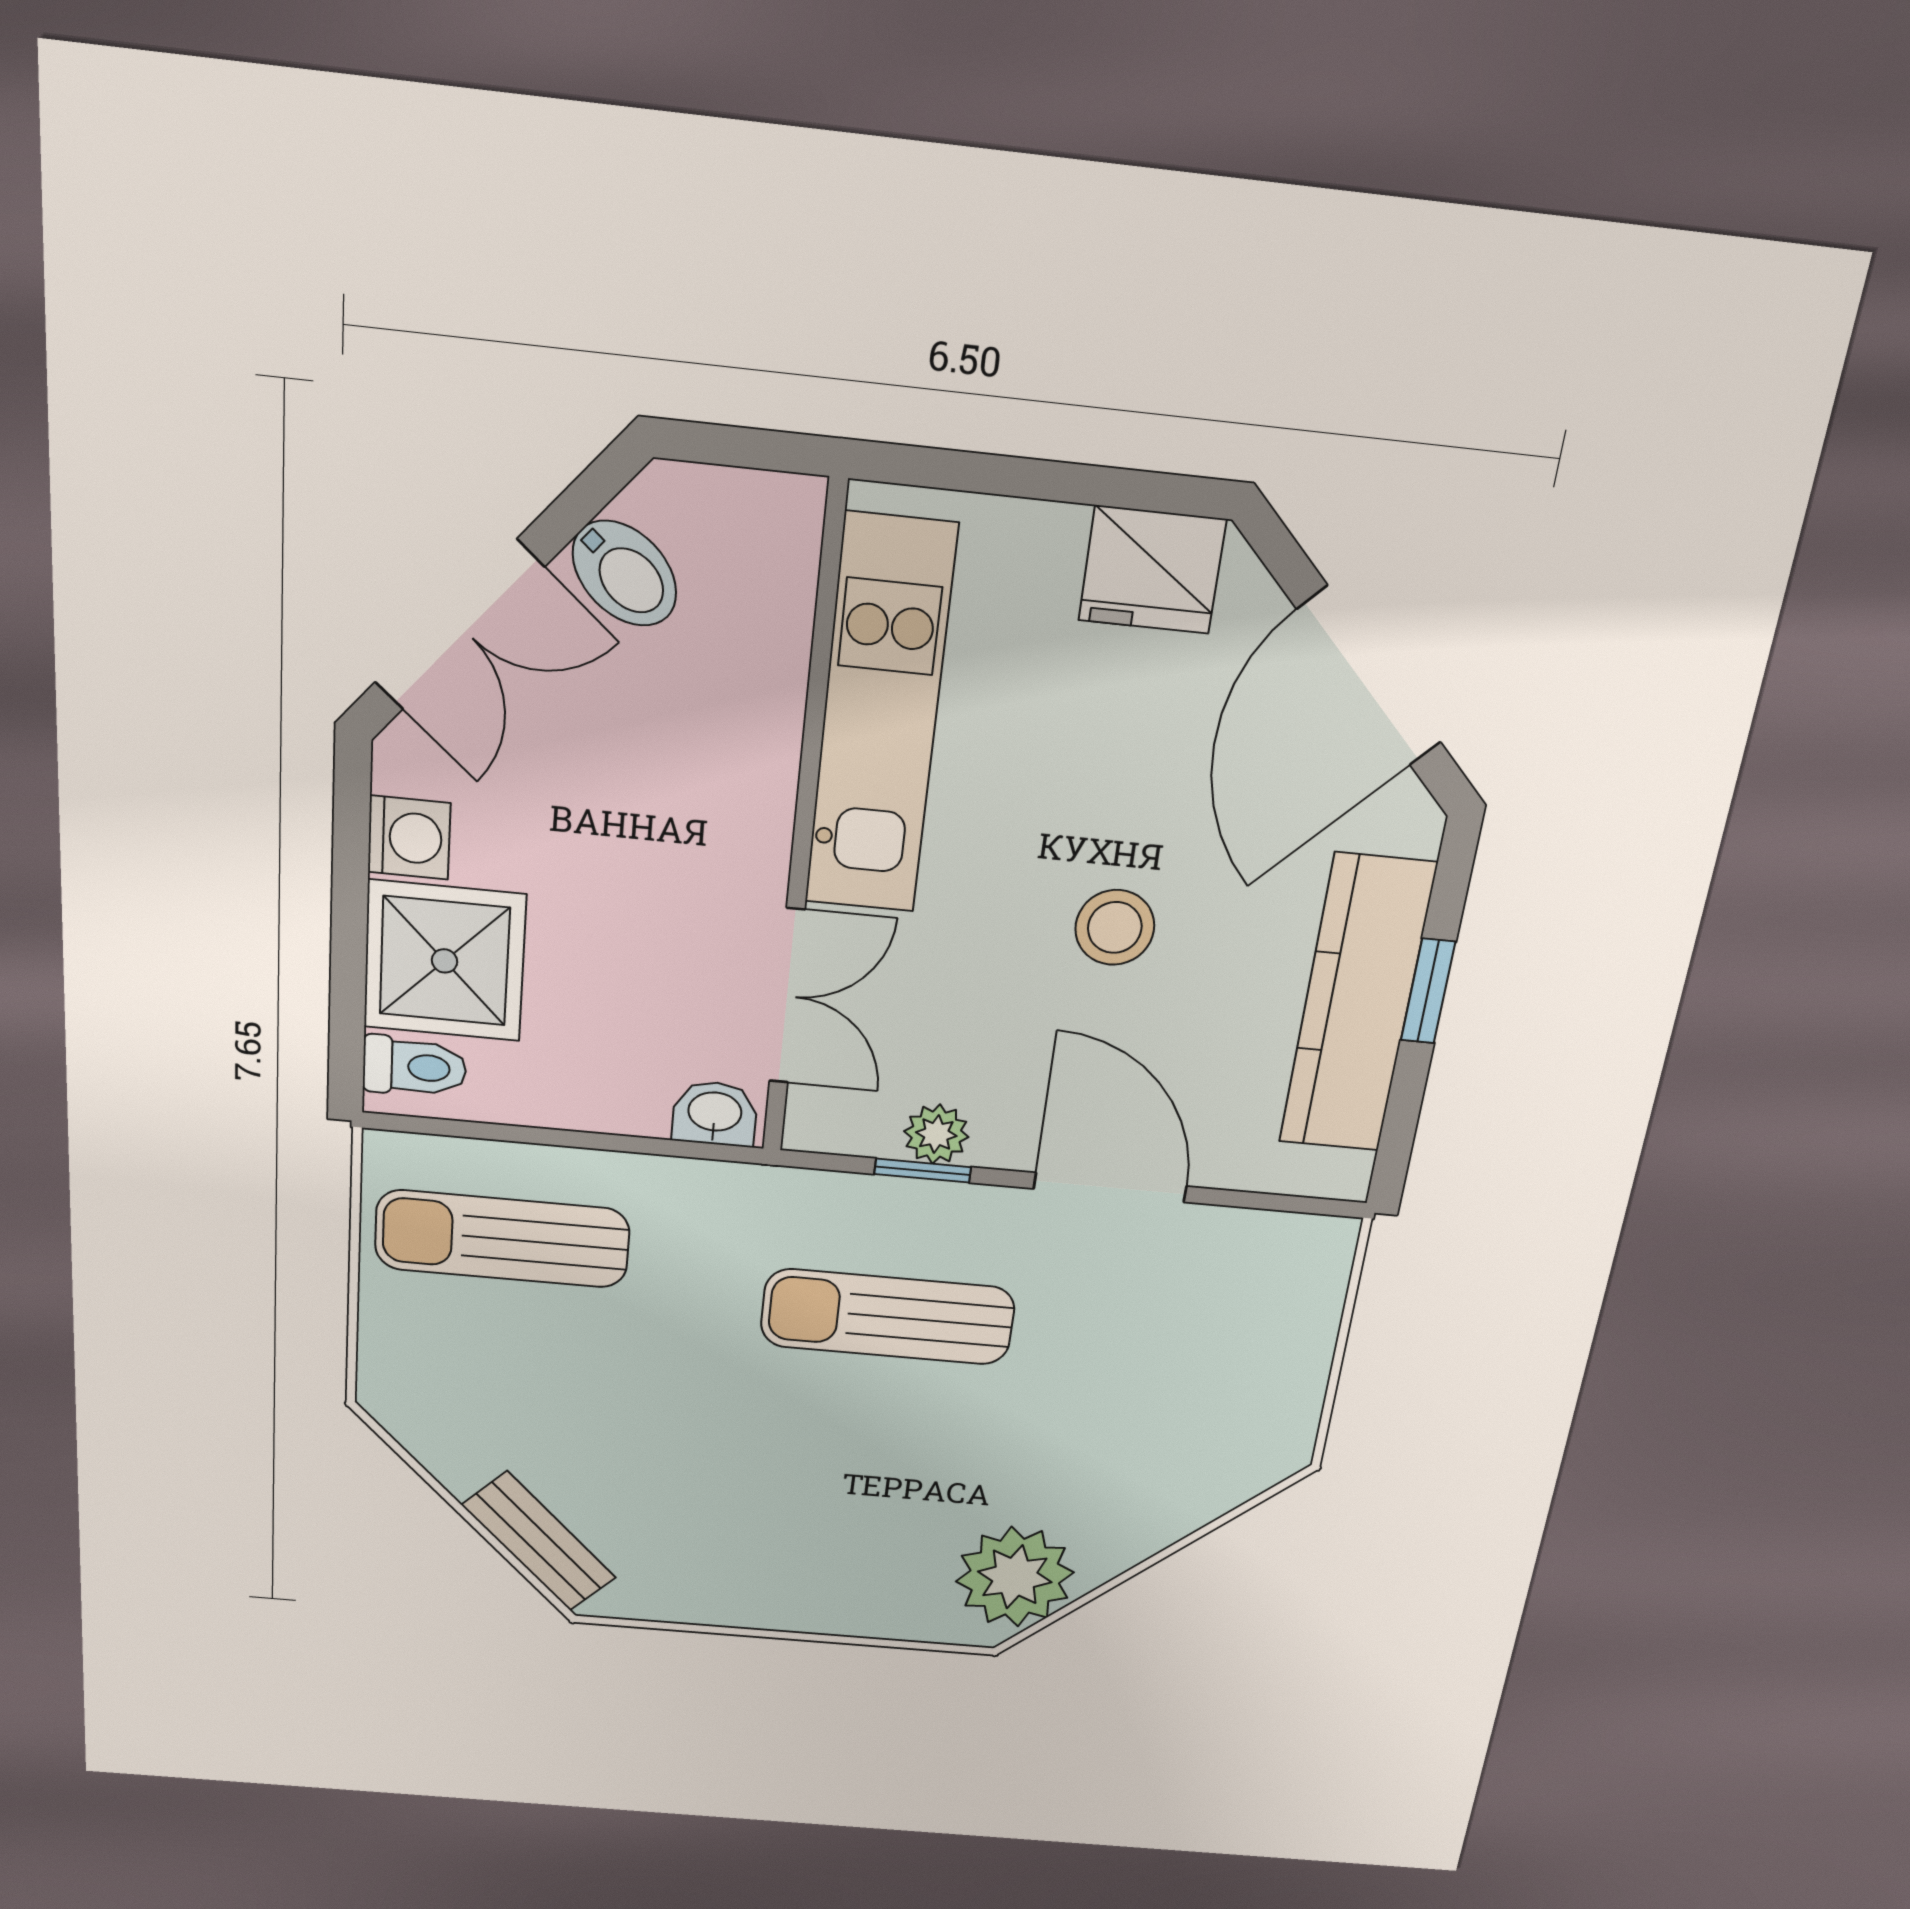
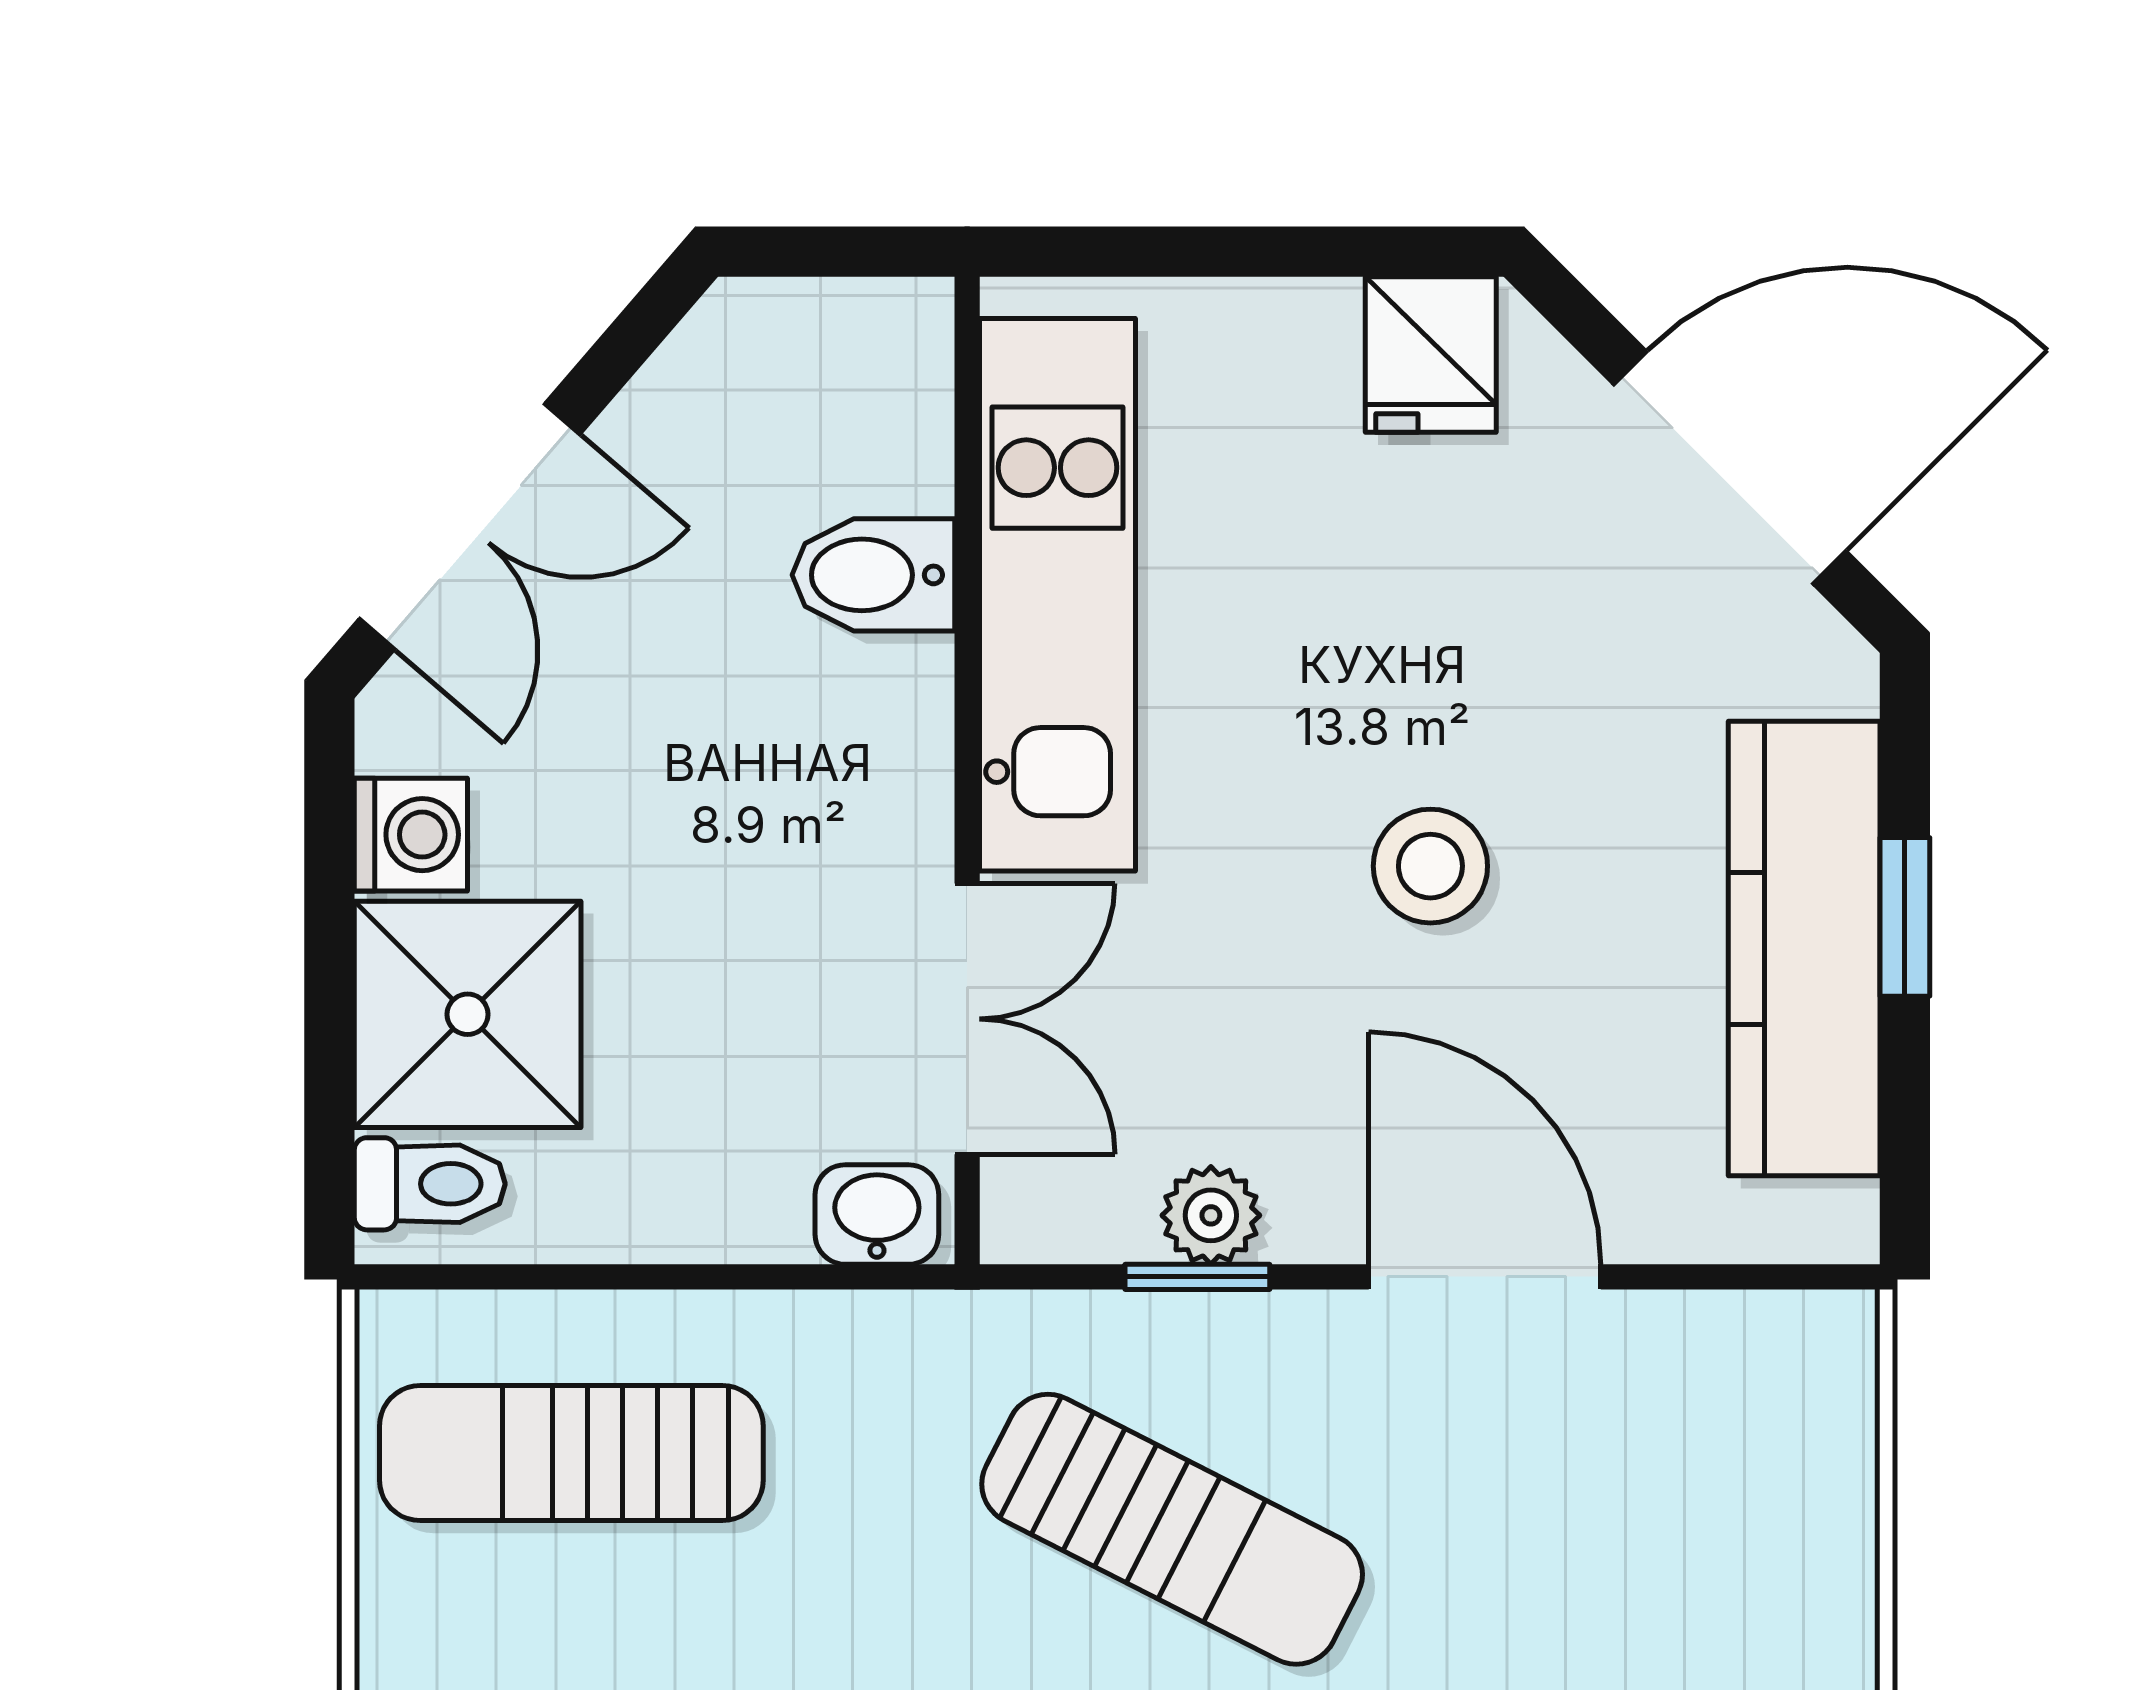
fridge: (1152, 570) -> (1431, 354), width x0.72
bidet: (625, 573) -> (873, 575), moved, turned 139
door: (1369, 676) -> (1730, 468), swing flipped
sun lounger: (888, 1317) -> (1172, 1529), turned -153

